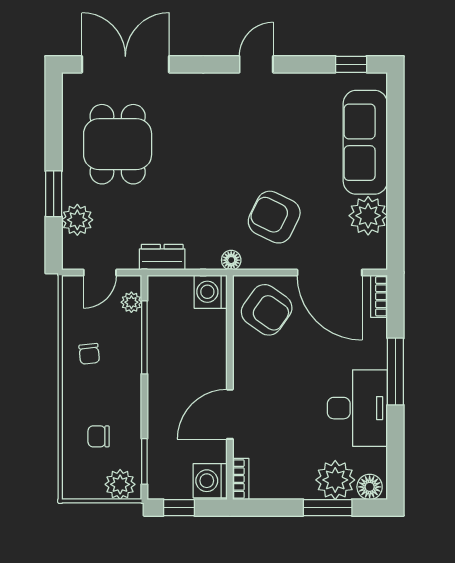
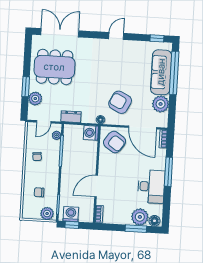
window: (395, 142) -> (174, 73), added
dining table: (118, 144) -> (54, 67), width x1.38
washing machine: (210, 481) -> (71, 214), moved, turned 90

